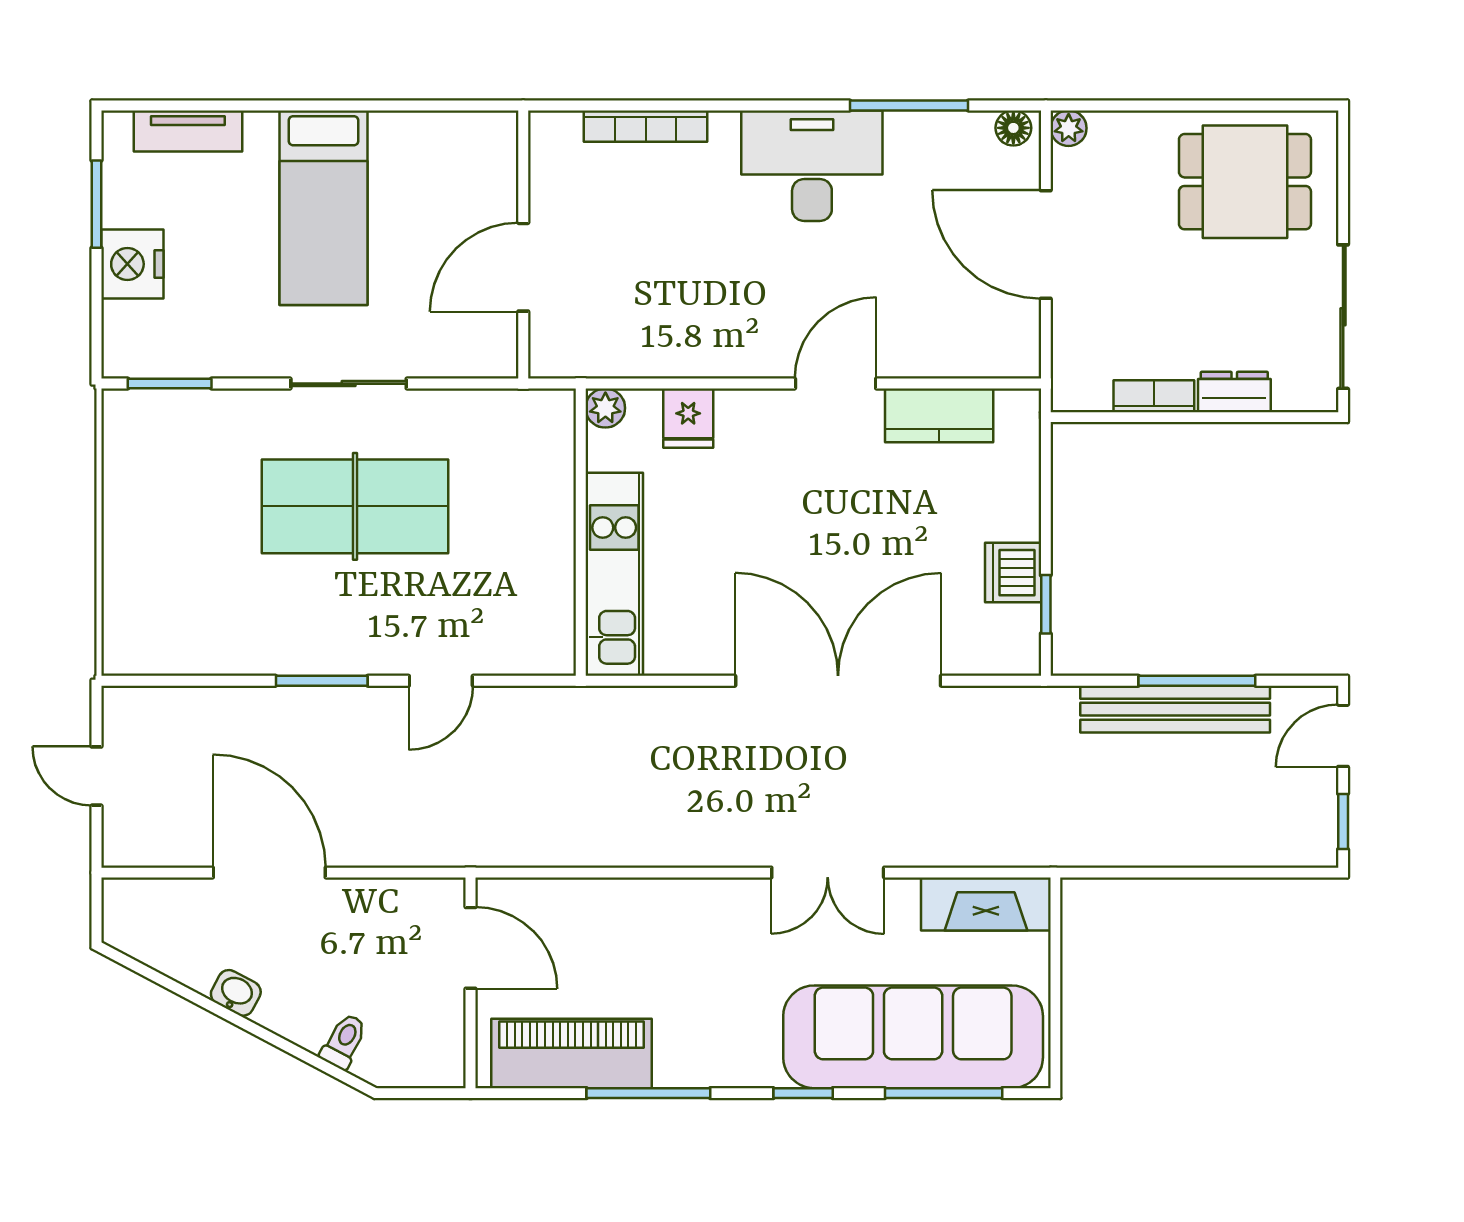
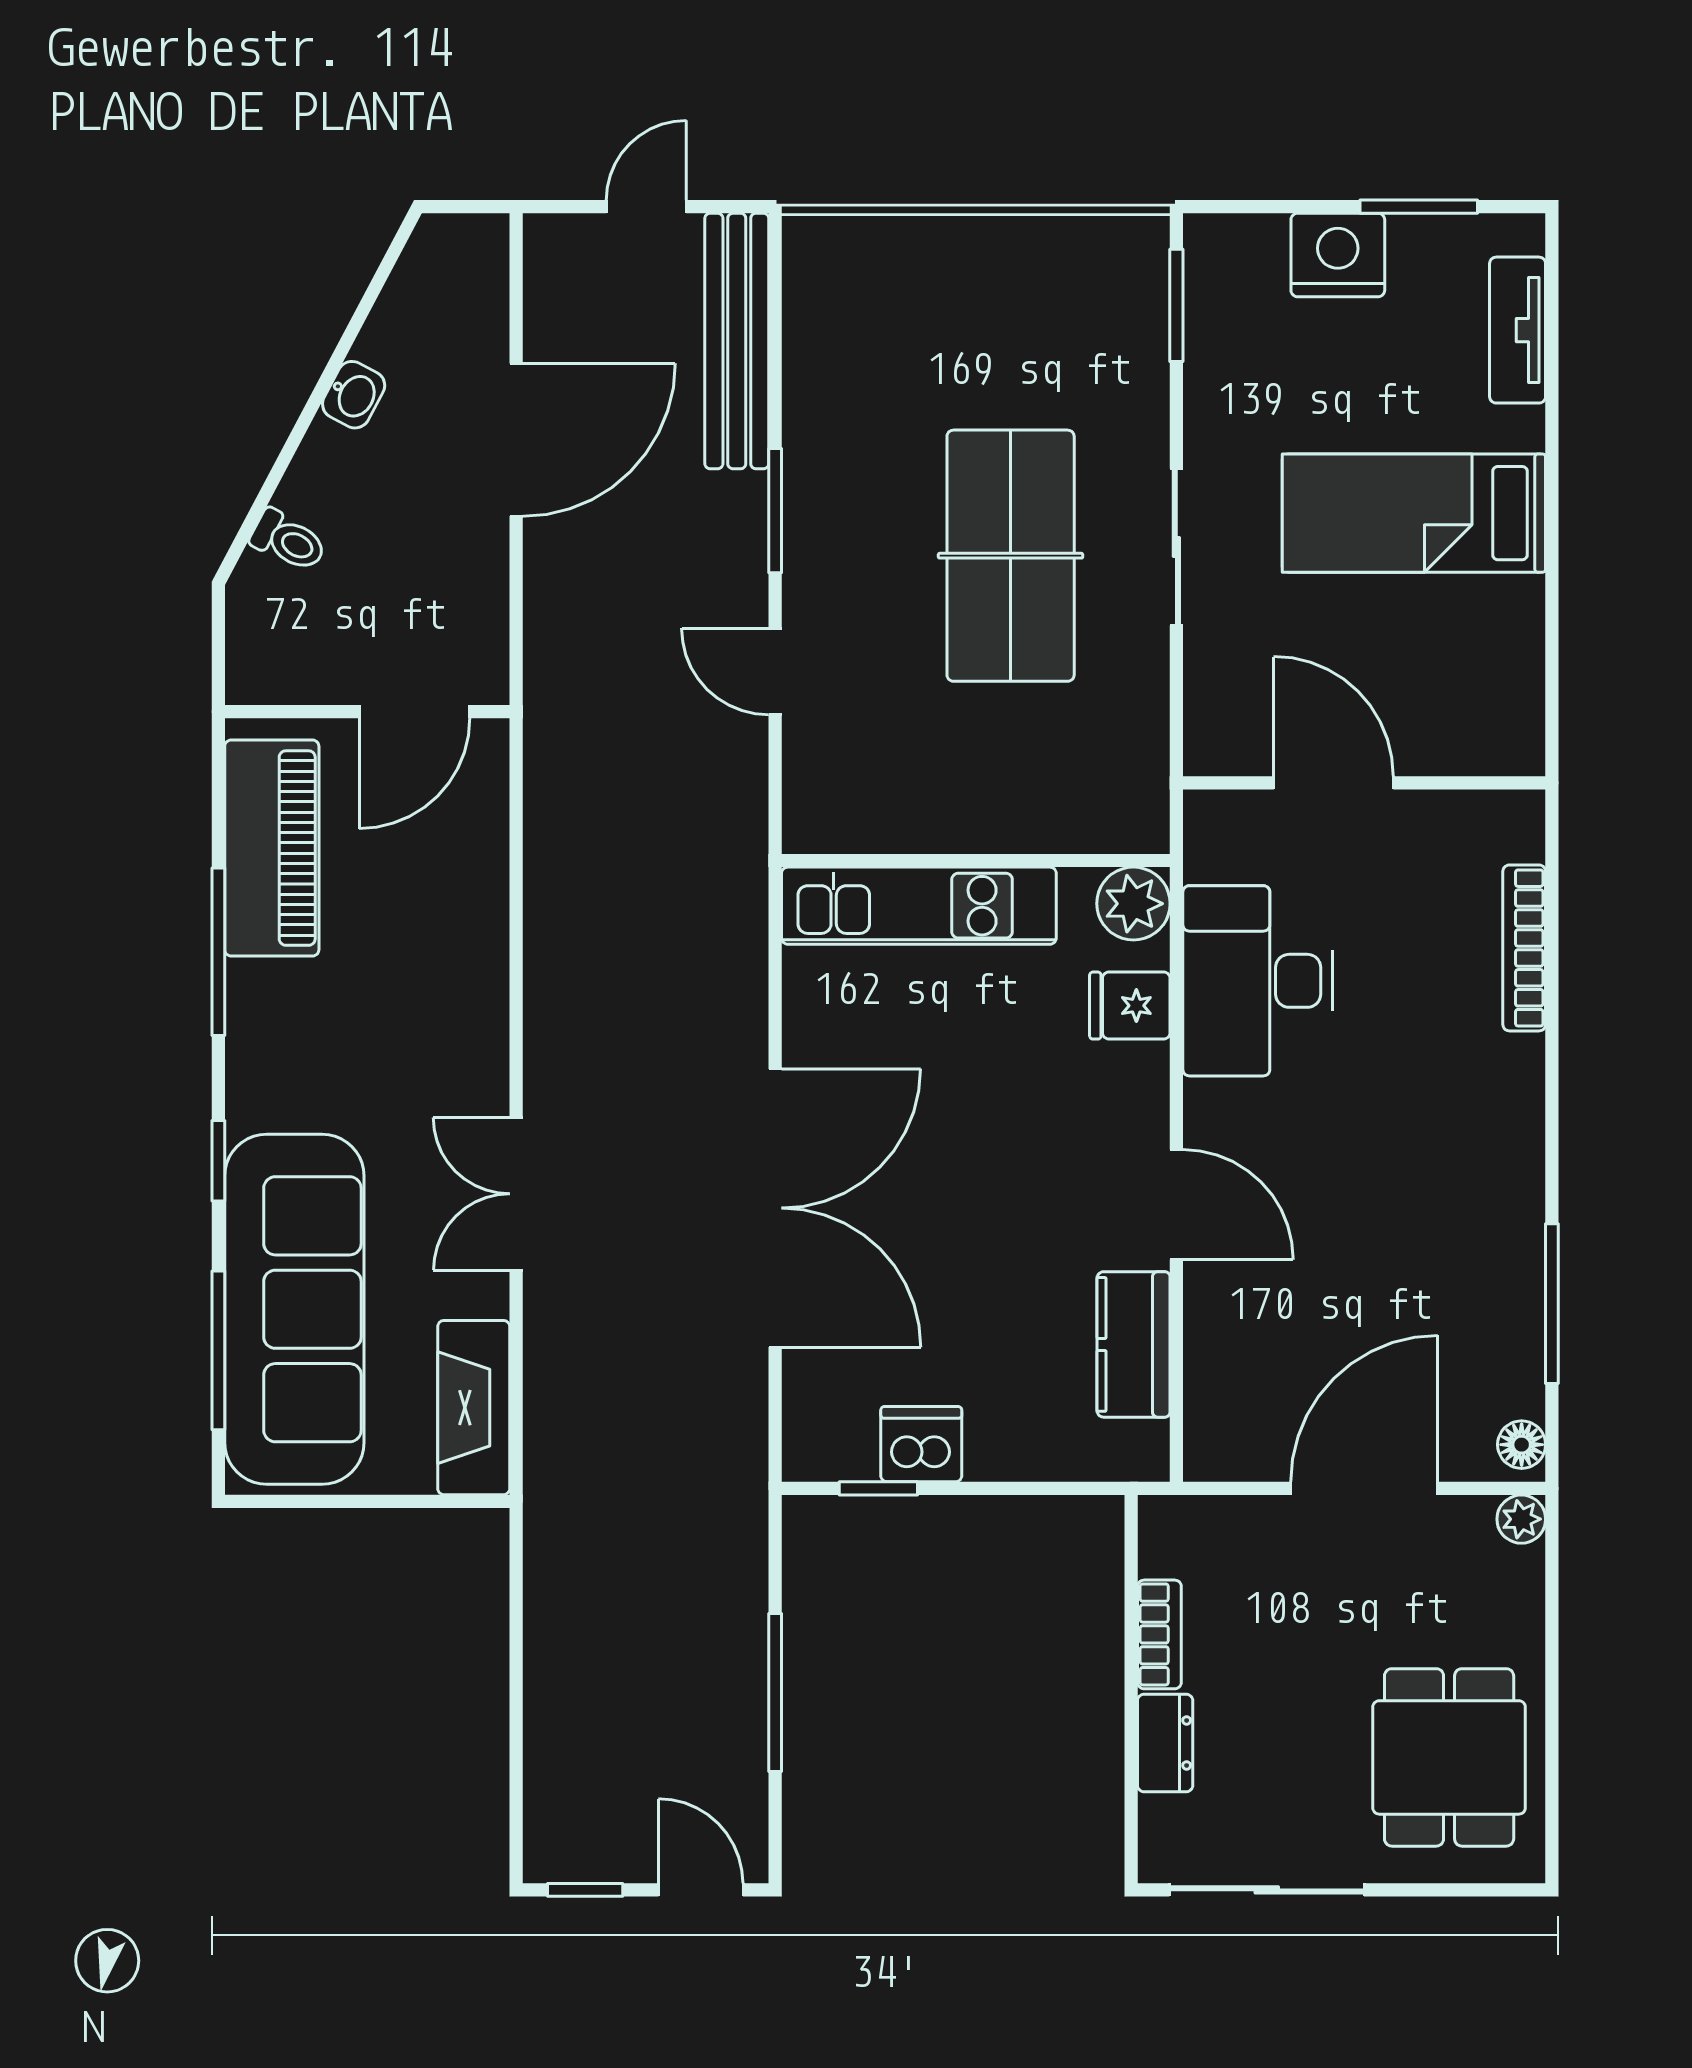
desk: (812, 166) -> (1258, 981), moved, turned 180
plant: (605, 408) -> (1133, 904), width x1.38, depth x1.38
bench: (1175, 709) -> (737, 341), moved

